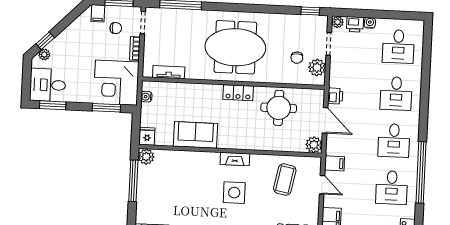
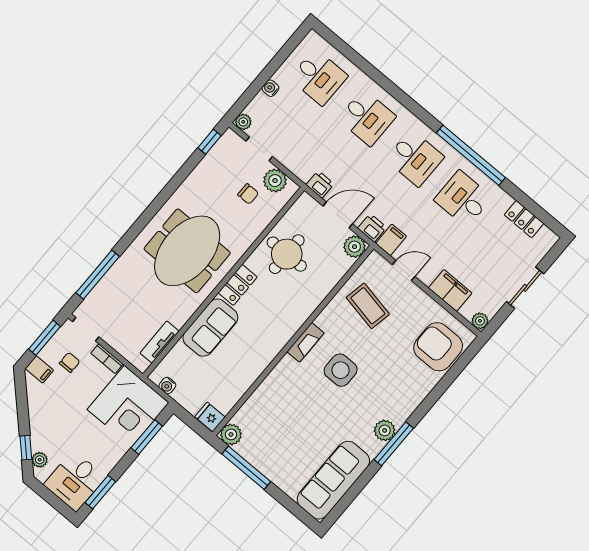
printer: (355, 24) -> (372, 228), moved, turned -90
sofa: (196, 135) -> (210, 328), moved, turned 180
desk: (392, 187) -> (463, 199), turned 180

